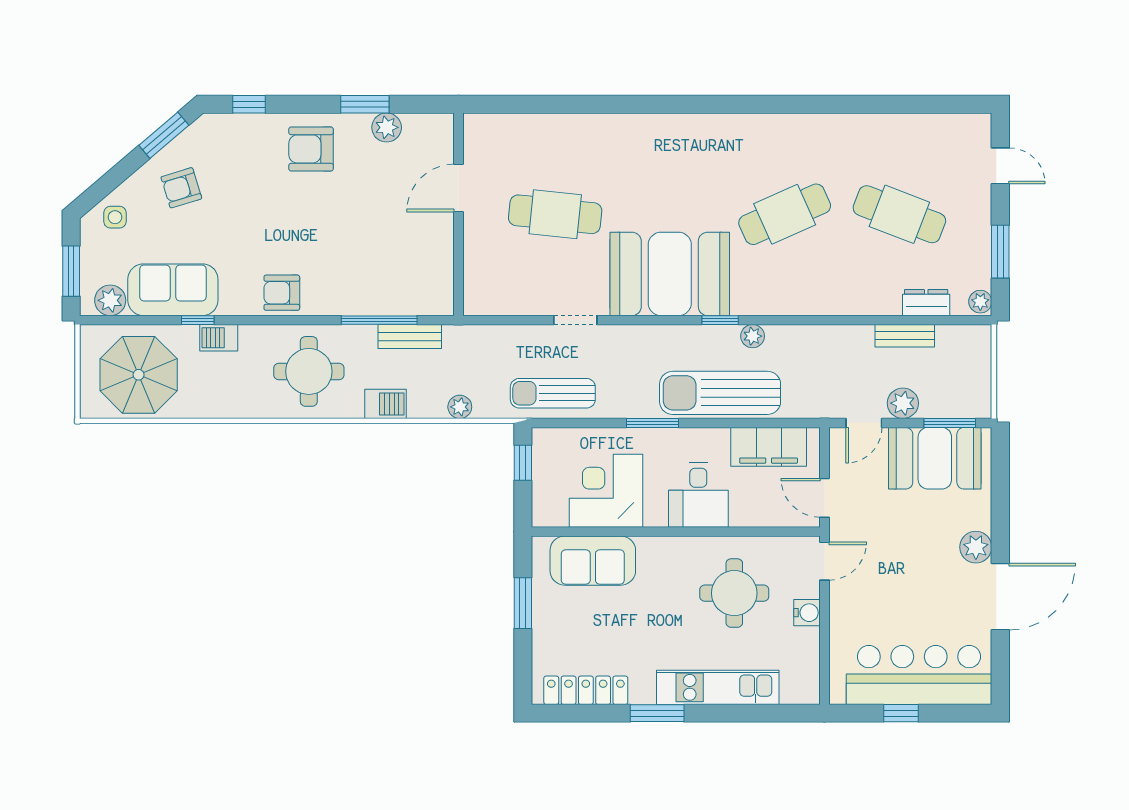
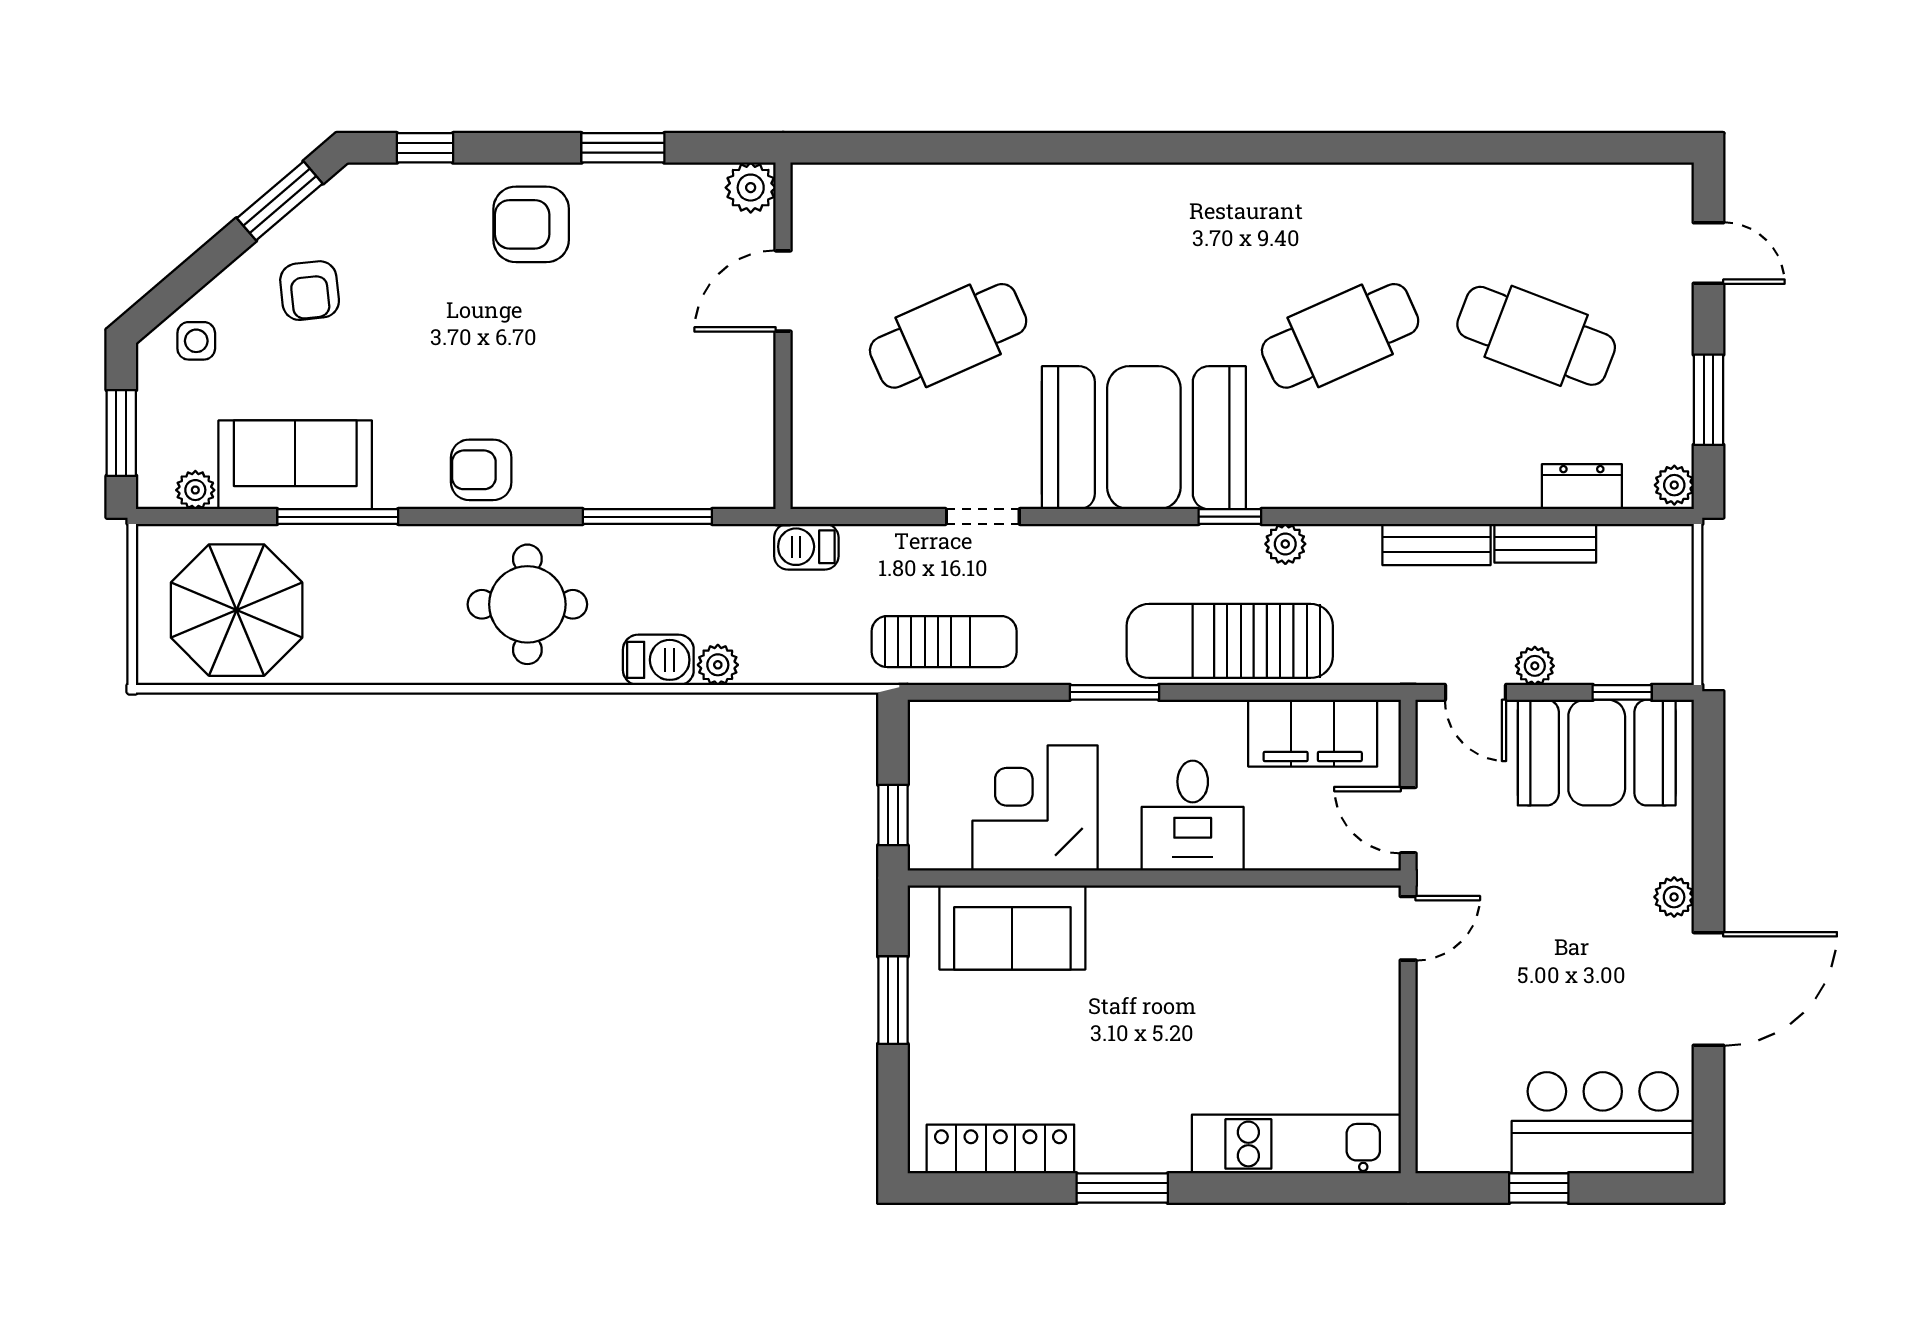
plant: (387, 127) -> (751, 188), moved
armchair: (181, 188) -> (310, 291), turned -79
cafe table: (555, 214) -> (948, 336), turned -30
plant: (110, 300) -> (195, 490), width x0.73, depth x0.73
window: (198, 320) -> (338, 517), width x2.17
bench: (410, 336) -> (1436, 545), moved
barbecue: (219, 338) -> (806, 547), moved
sun lounger: (553, 393) -> (944, 642), turned 180
plant: (903, 403) -> (1535, 666), width x0.73, depth x0.73
plant: (460, 407) -> (718, 665), moved
door: (864, 423) -> (1476, 692), hinge flipped
window: (950, 423) -> (1622, 692), width x0.67
window: (523, 463) -> (893, 815), moved
plant: (976, 547) -> (1674, 897), width x0.73, depth x0.73
round table: (734, 593) -> (1254, 983), removed
water cooler: (807, 613) -> (1378, 1016), removed
bar counter: (919, 675) -> (1603, 1123), width x0.73
kitchen unit: (718, 687) -> (1296, 1144), moved

